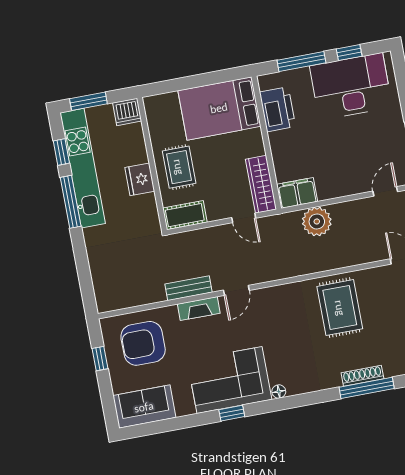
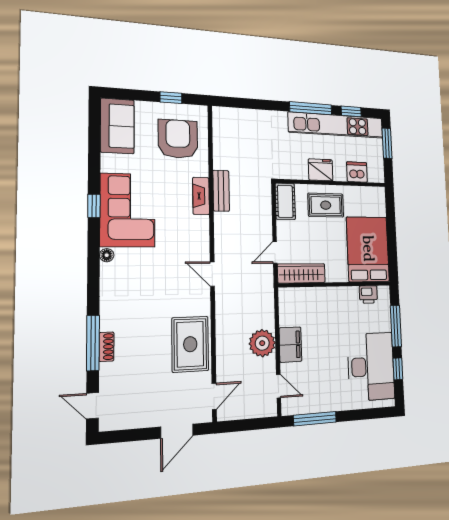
printer: (277, 109) -> (368, 295), width x0.53, depth x0.68
dishwasher: (127, 112) -> (357, 172), moved, turned 90
filing cabinet: (297, 193) -> (290, 345), moved
plant: (317, 221) -> (262, 343), moved
door: (236, 290) -> (212, 274), moved
rug: (340, 308) -> (190, 344), moved, turned 90
shoe rack: (362, 376) -> (106, 347), width x0.70

